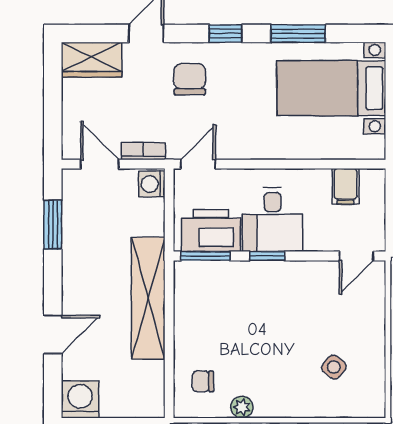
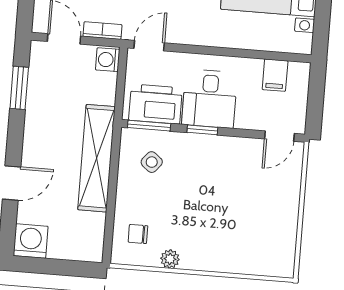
side table: (334, 367) -> (152, 162), moved

